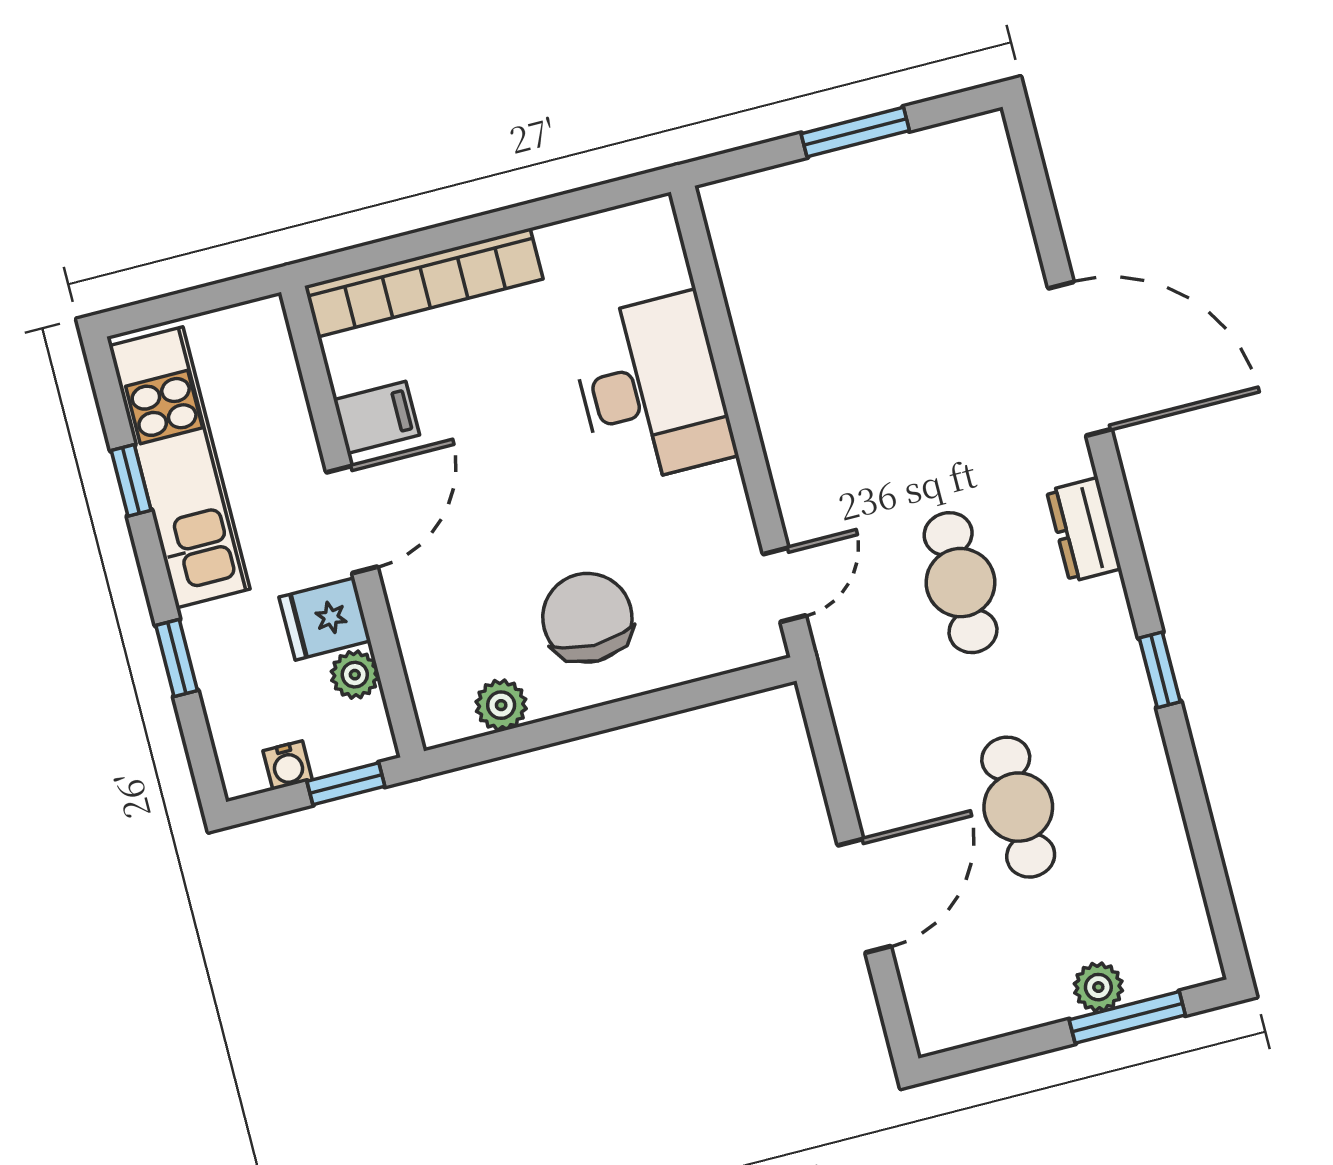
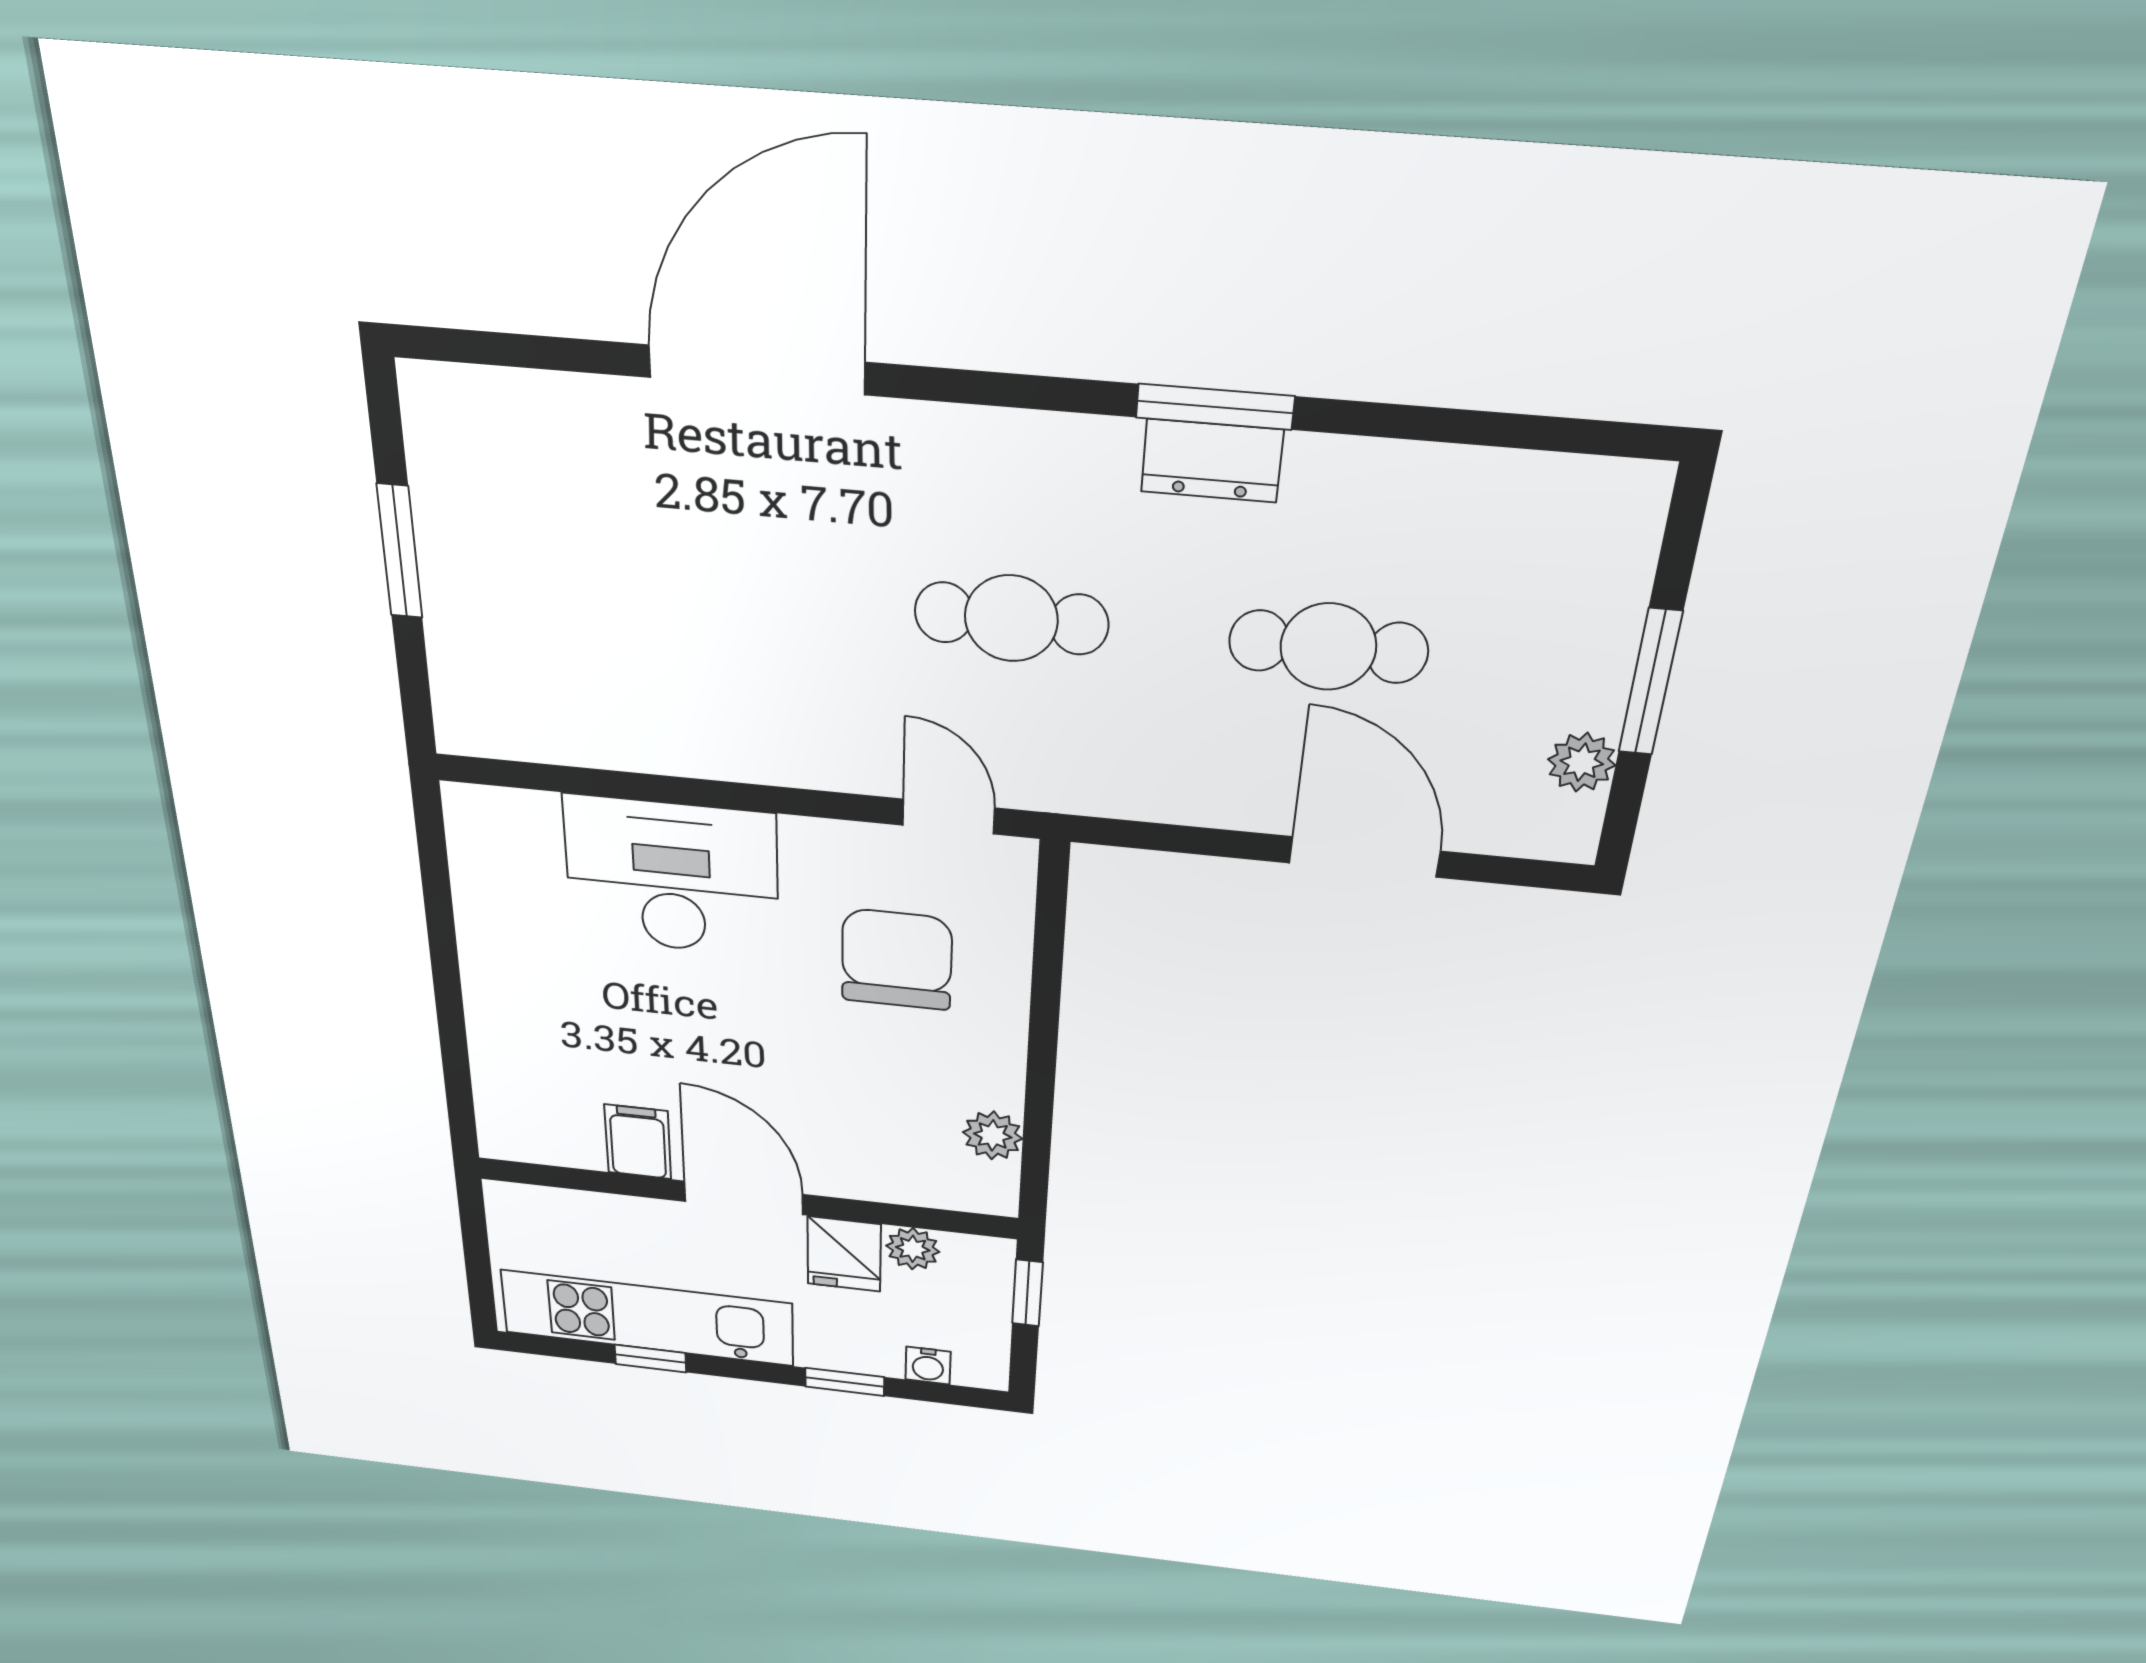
bookcase: (424, 283) -> (498, 1053), removed
dresser: (1084, 530) -> (1212, 461), moved
chair: (587, 618) -> (897, 959), moved, turned 90
window: (1160, 670) -> (1215, 407), width x1.50
water cooler: (288, 765) -> (928, 1366), moved, turned 90
plant: (1098, 987) -> (1582, 762), moved
window: (1127, 1017) -> (1650, 682), moved

